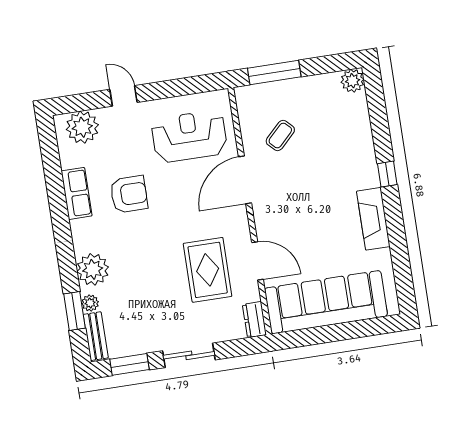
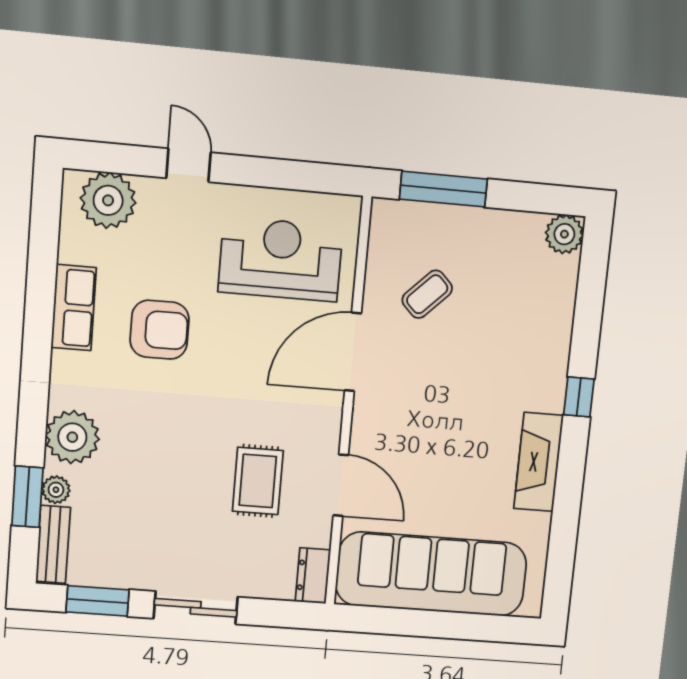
rug: (208, 270) -> (258, 481), width x0.73, depth x0.70

